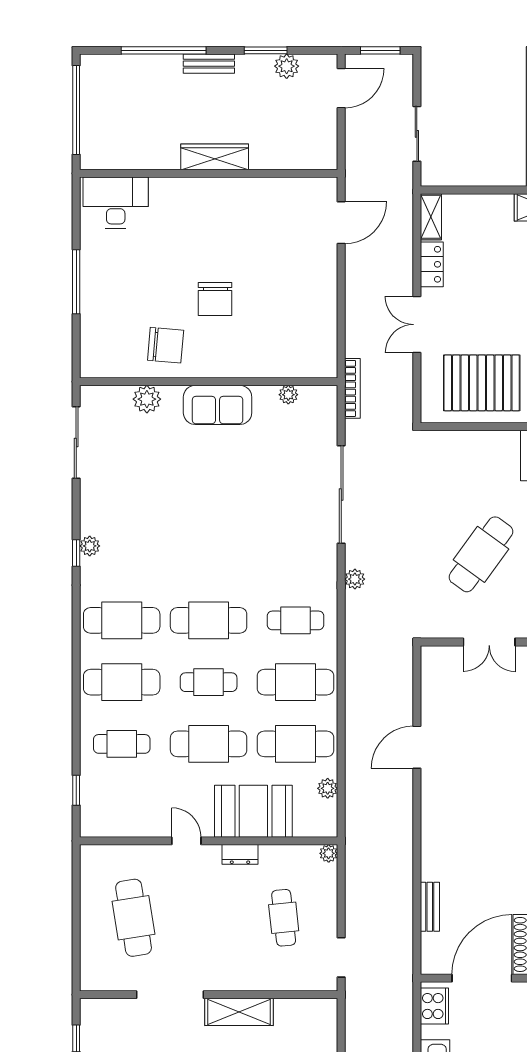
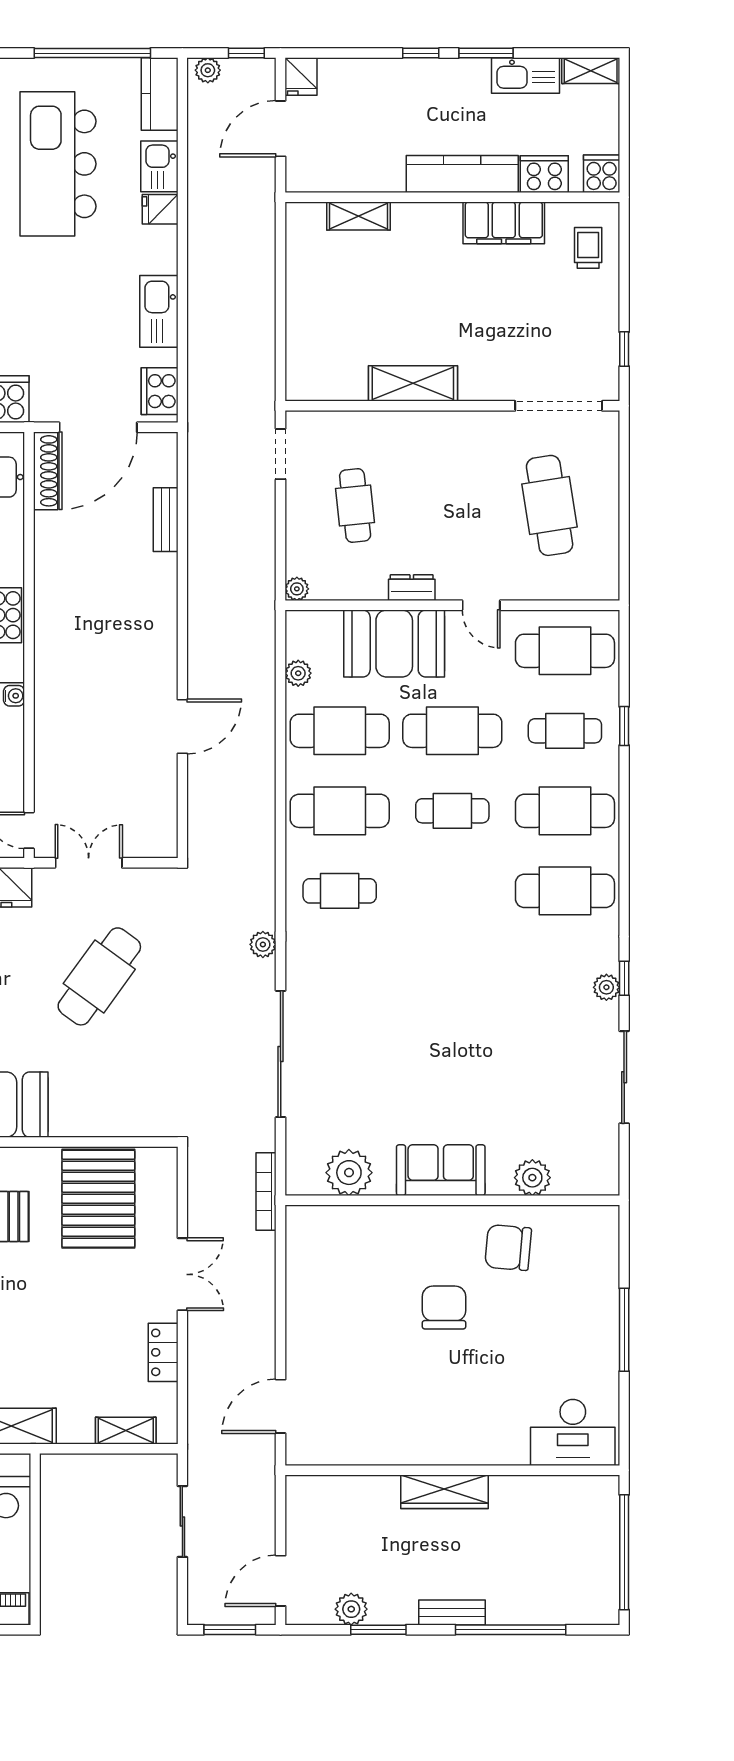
shelving: (431, 217) -> (126, 1431), moved, turned 90
pallet: (482, 383) -> (98, 1199), turned 90
plant: (288, 395) -> (349, 1173), width x1.87, depth x1.87
sliding door: (76, 443) -> (624, 1077), moved
cafe table: (209, 620) -> (565, 651), moved
window: (76, 790) -> (624, 726), moved
doorway: (170, 995) -> (559, 406), moved

